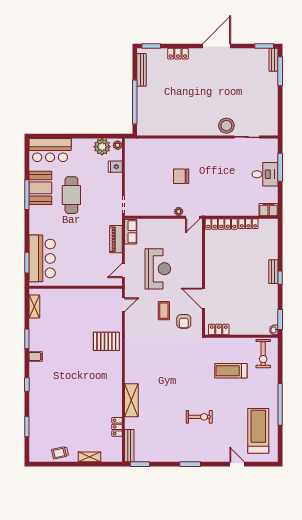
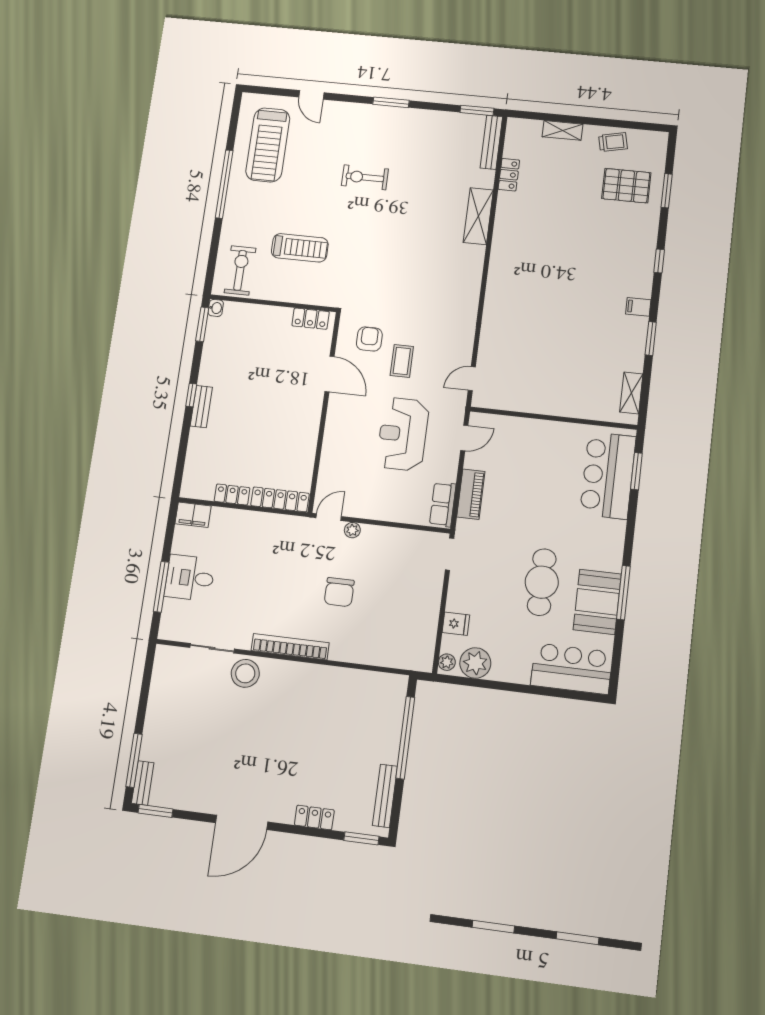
bookcase: (204, 143) -> (290, 647), added
chair: (181, 176) -> (339, 592), turned 90
pallet: (106, 341) -> (626, 186), moved

